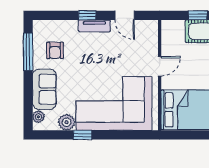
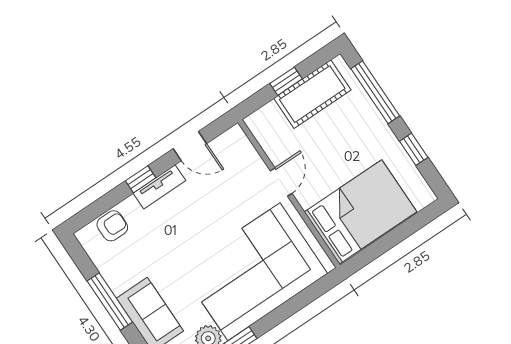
armchair: (55, 50) -> (112, 226), moved, turned -90
window: (28, 52) -> (110, 302), moved

